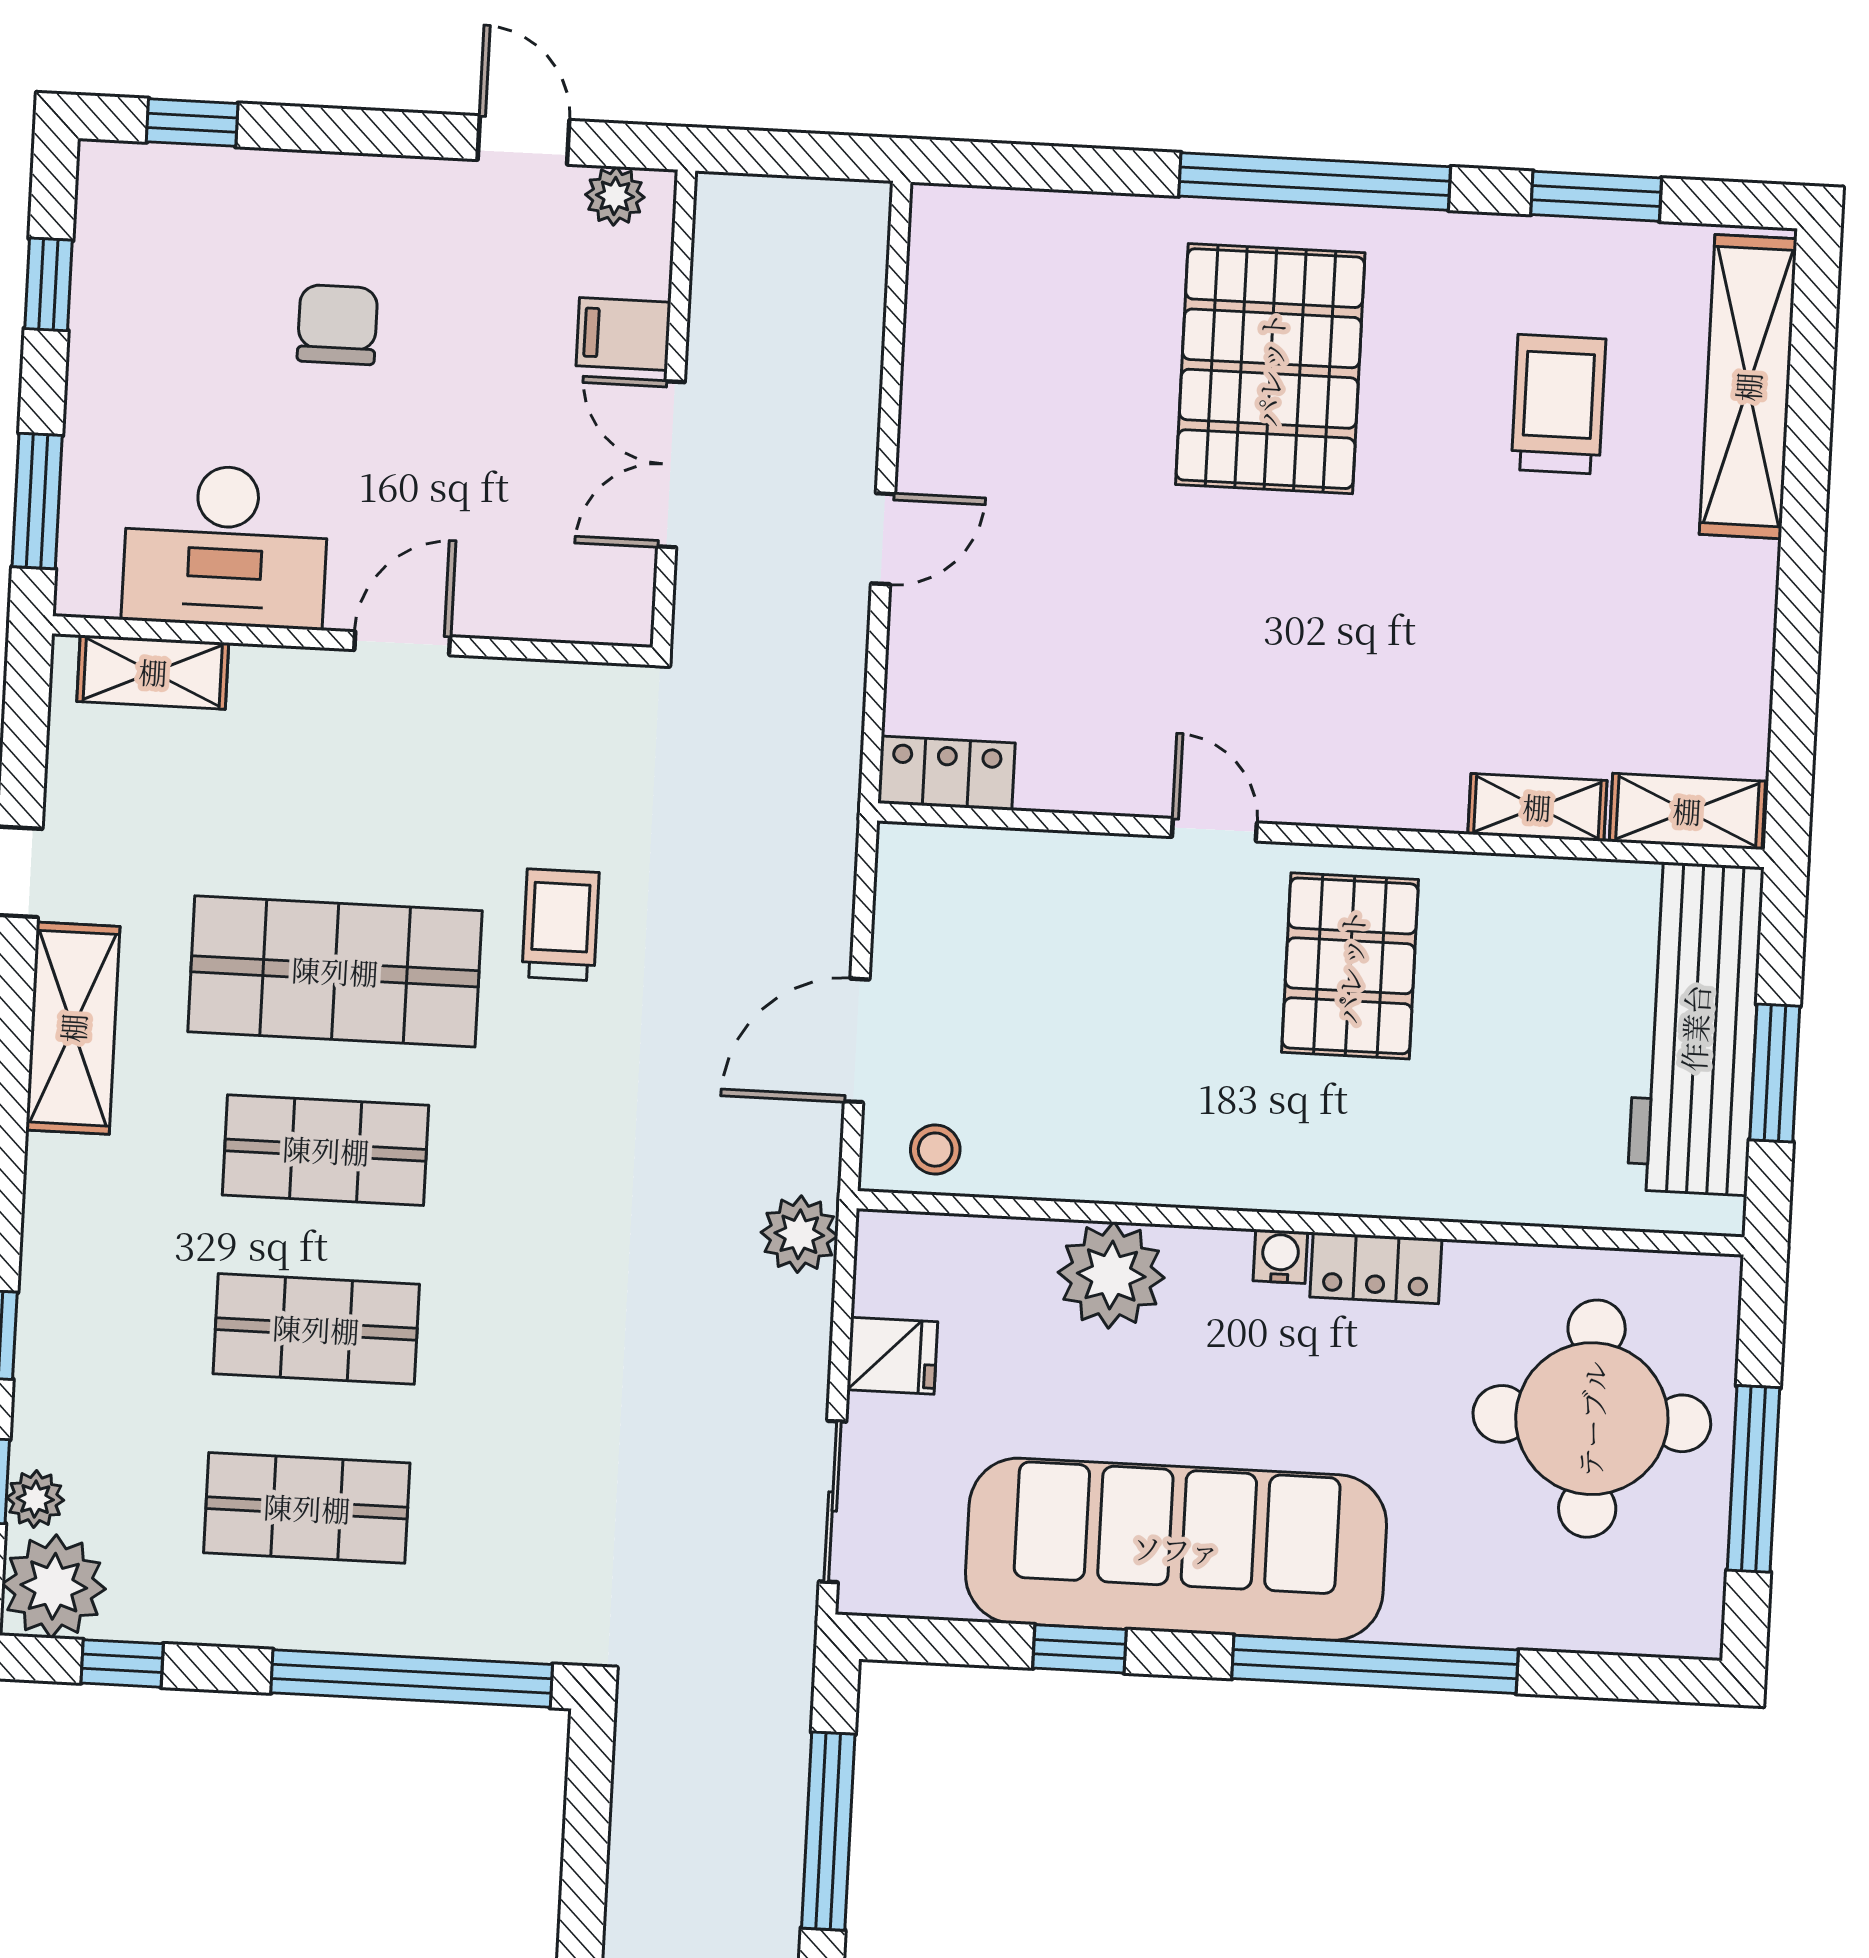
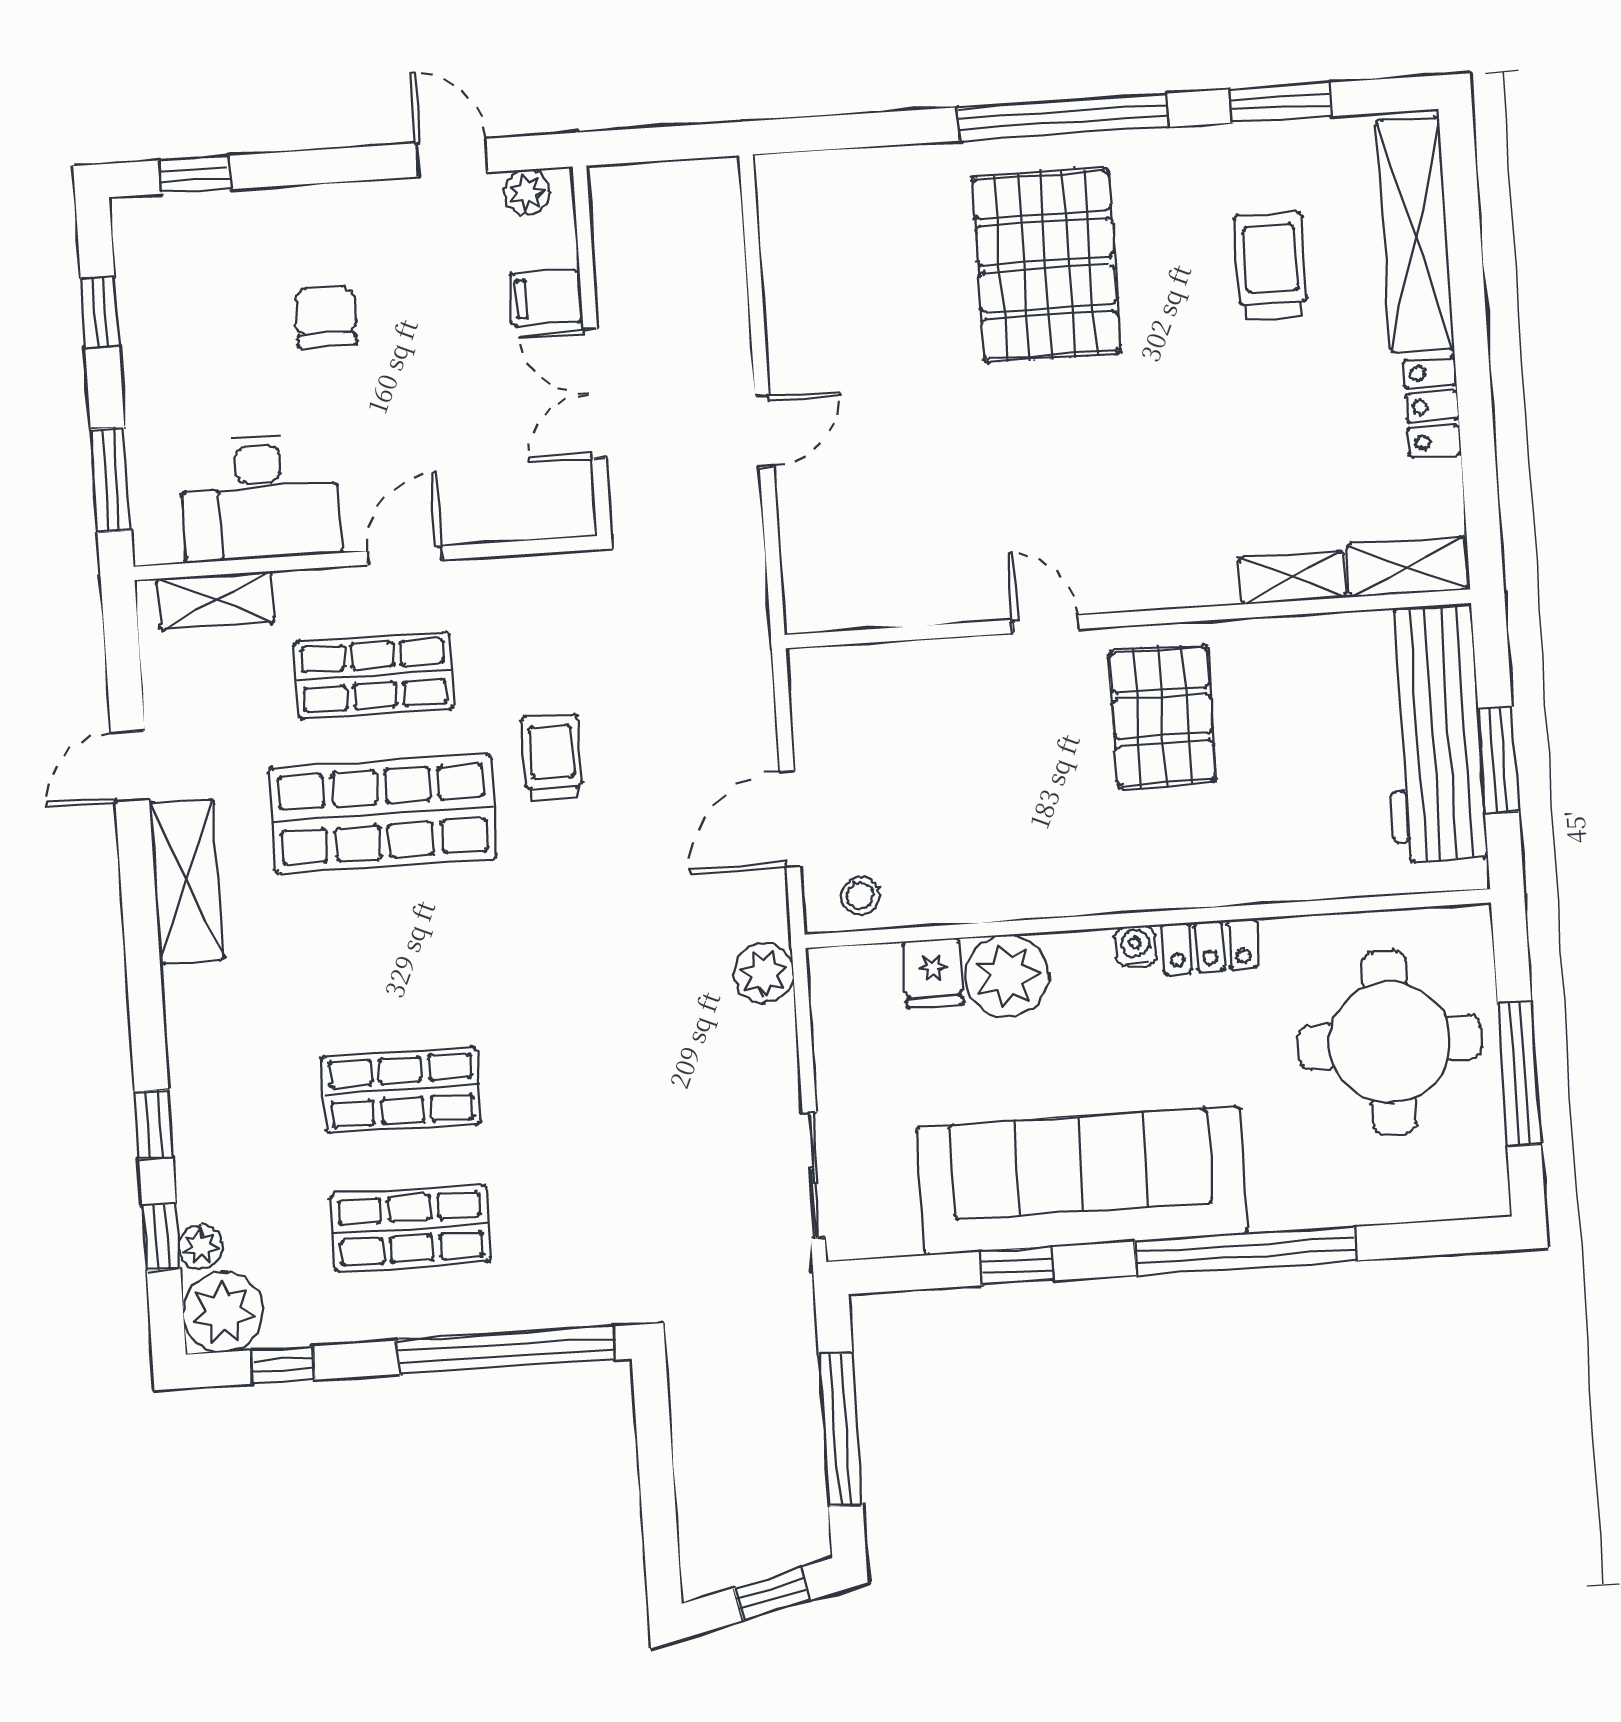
locker: (946, 773) -> (1432, 407), moved, turned -90
shop shelf: (326, 1150) -> (374, 675), moved
fridge: (892, 1356) -> (933, 973), moved, turned 90

